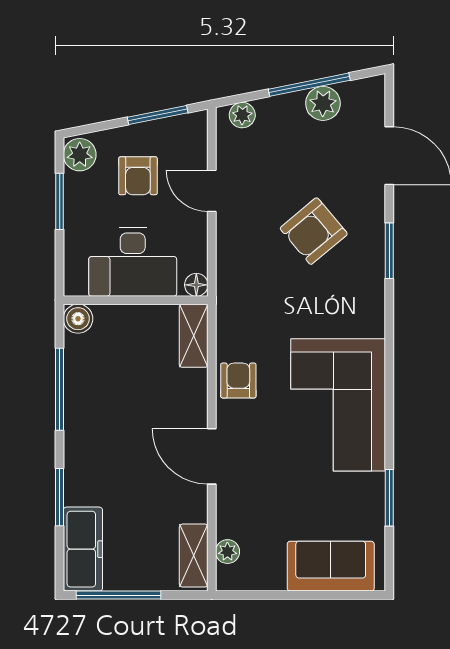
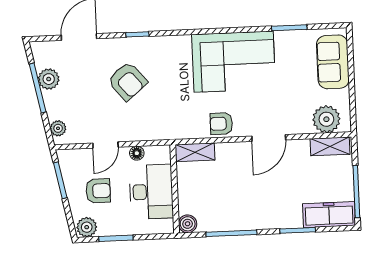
window: (389, 251) -> (137, 34), width x0.67
floor lamp: (196, 285) -> (137, 153), moved
plant: (227, 552) -> (326, 119), width x1.88, depth x1.88

